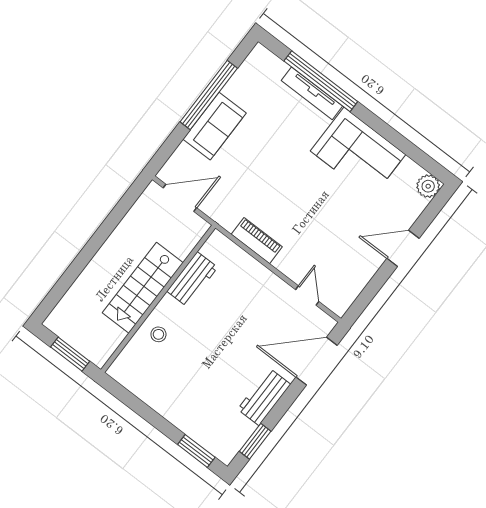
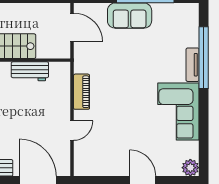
tv unit: (312, 93) -> (193, 65), width x0.71
door: (307, 296) -> (72, 131), moved

